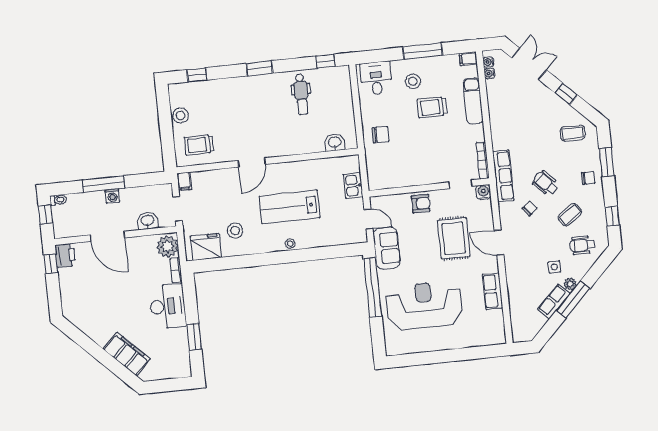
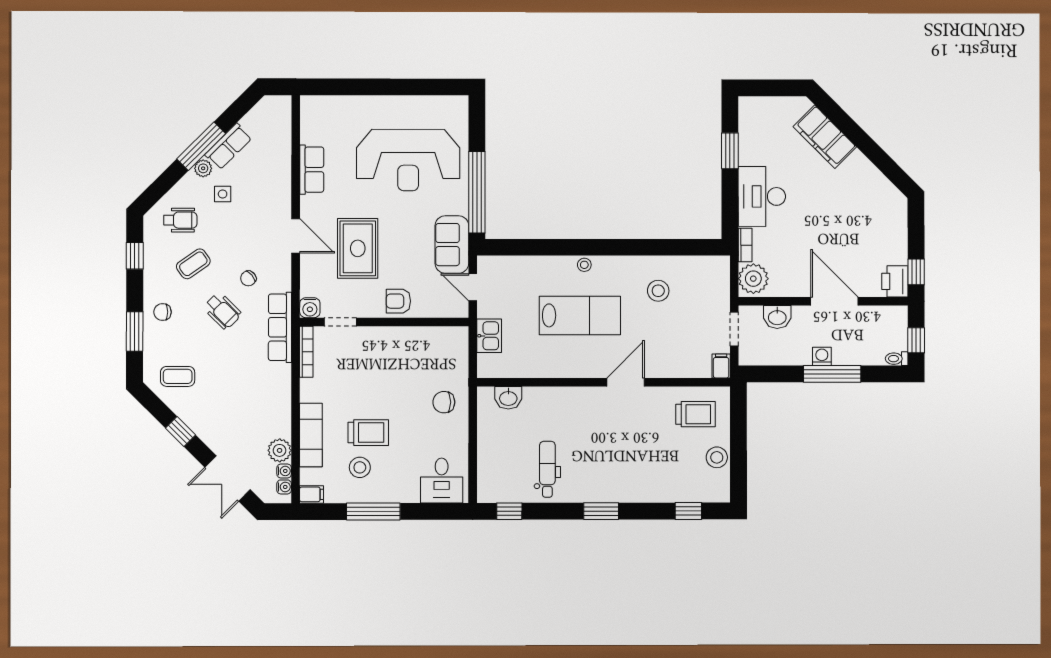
stool: (413, 81) -> (360, 467), moved
plant: (494, 88) -> (280, 450), added
fridge: (206, 247) -> (701, 273), removed

